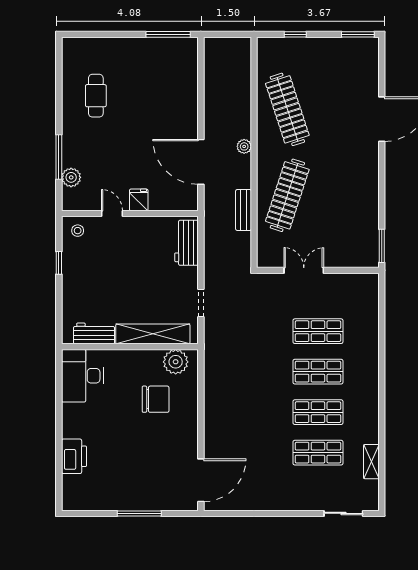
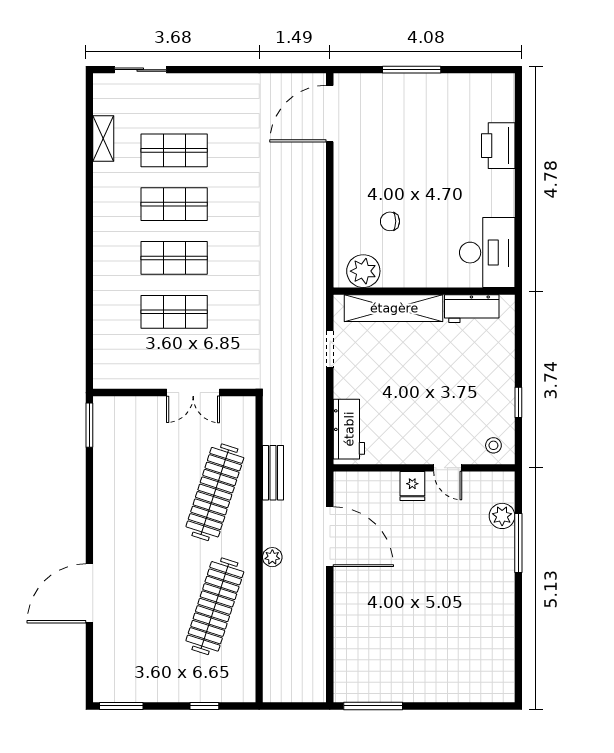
cafe table: (96, 96) -> (469, 625), removed
clothes rail: (287, 109) -> (215, 606), turned 36
chair: (156, 399) -> (390, 221), width x0.54, depth x0.54

